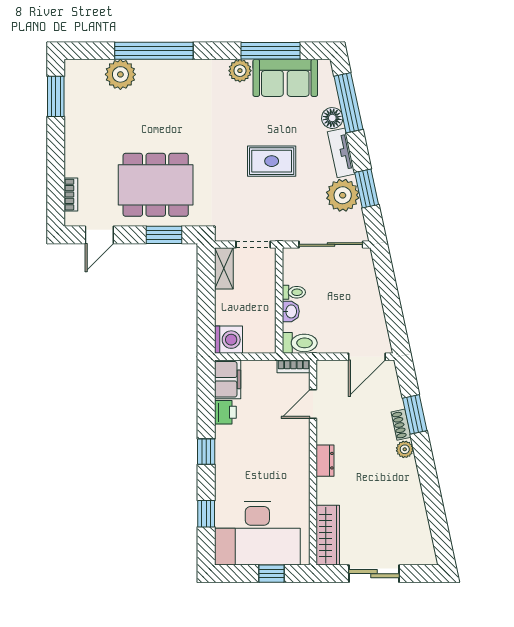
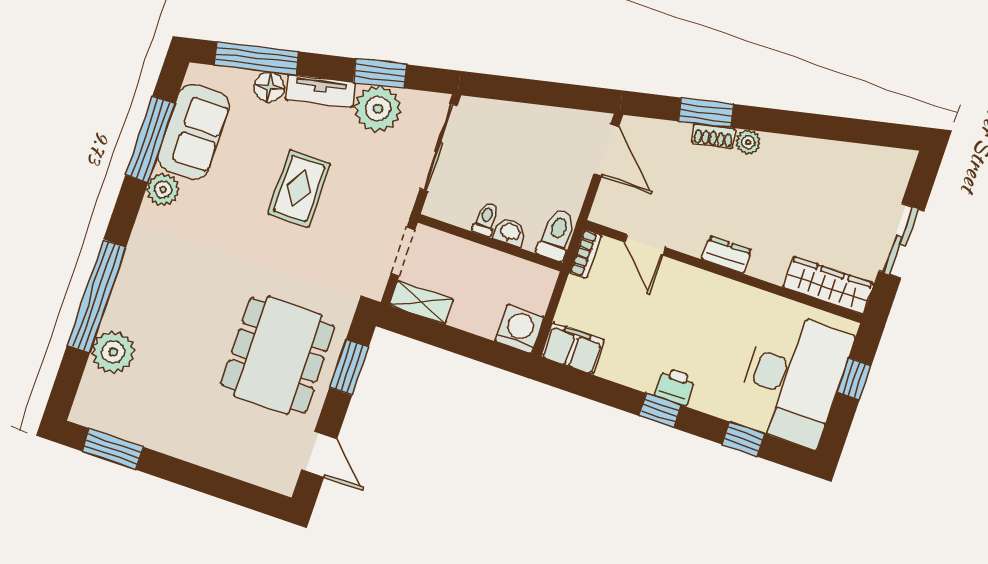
bookcase: (71, 195) -> (252, 474), removed
printer: (225, 412) -> (675, 387), moved

